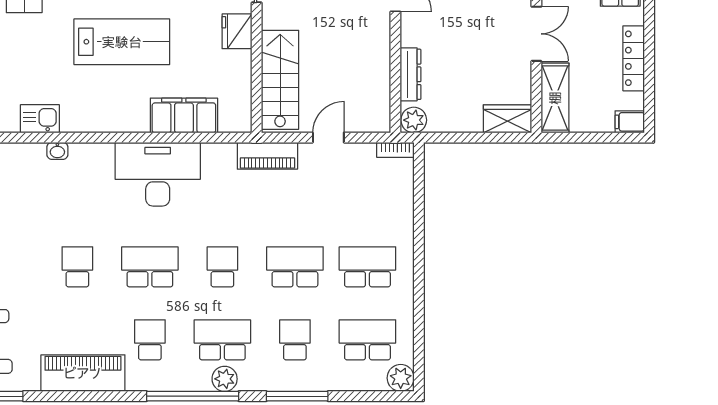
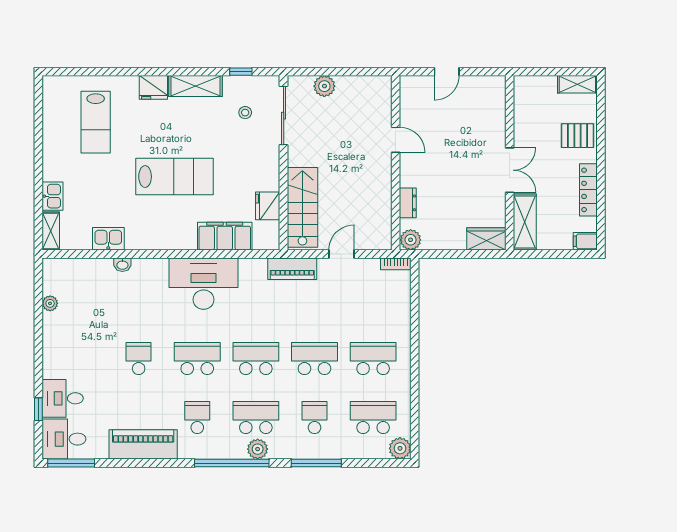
fridge: (237, 31) -> (268, 206), moved
dresser: (410, 74) -> (408, 203), width x0.70
school desk: (222, 267) -> (256, 359), width x1.85

